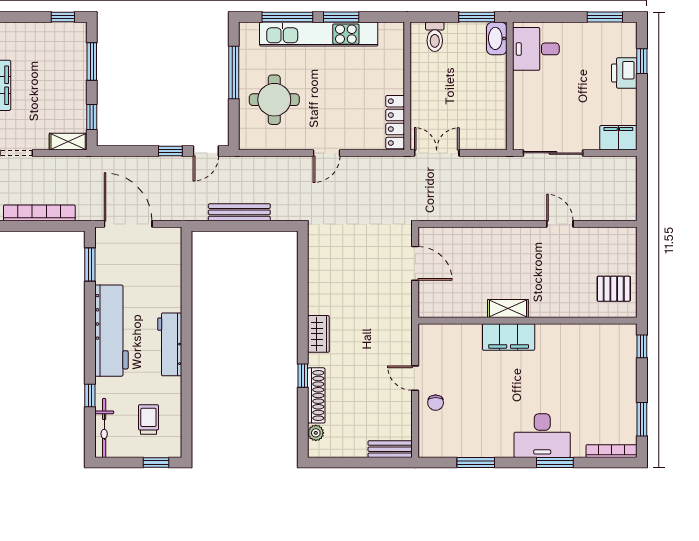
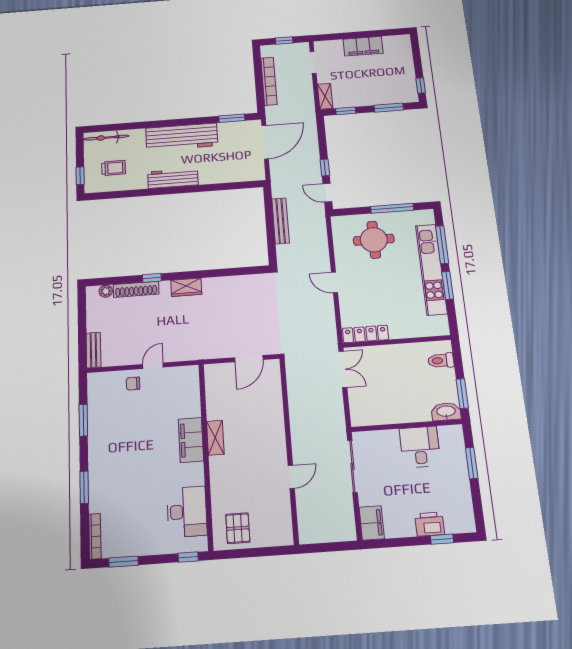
window: (605, 17) -> (472, 463), moved
desk: (536, 49) -> (420, 447), moved
window: (90, 396) -> (131, 126), removed
desk: (542, 436) -> (187, 512), moved, turned 180

